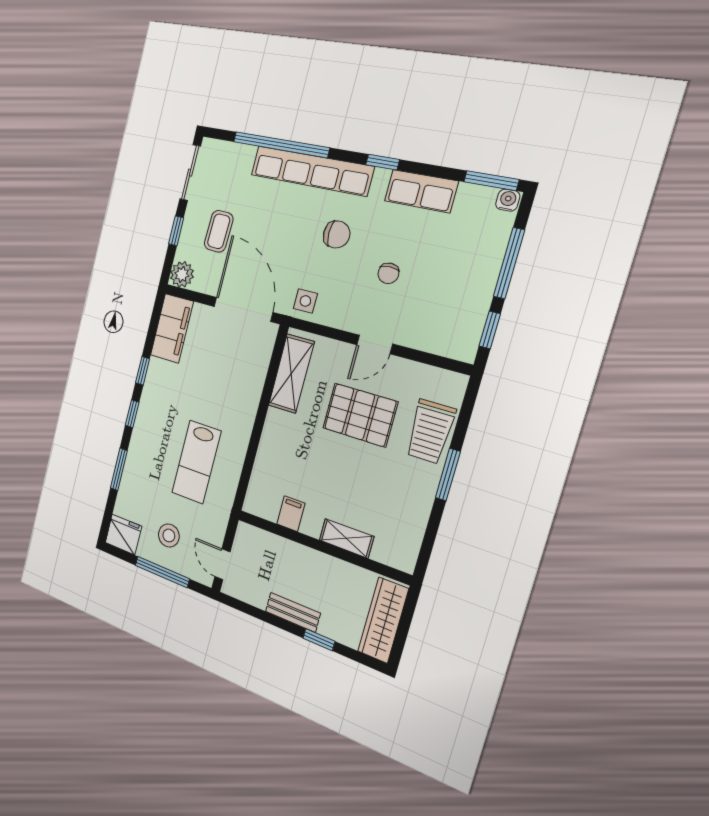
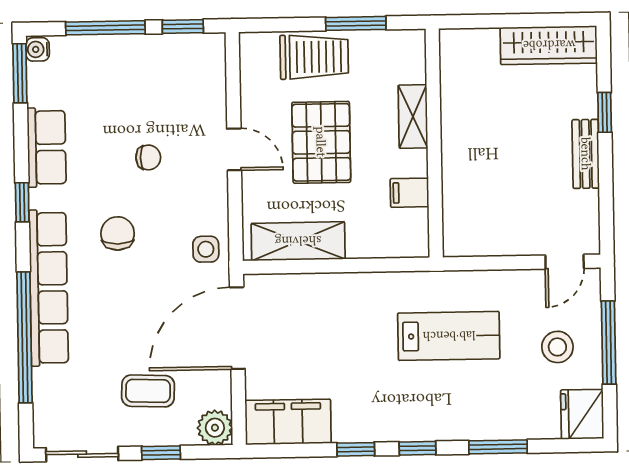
filing cabinet: (291, 514) -> (409, 193), moved
shelving: (346, 538) -> (413, 116), moved
wall: (322, 546) -> (434, 143), moved

